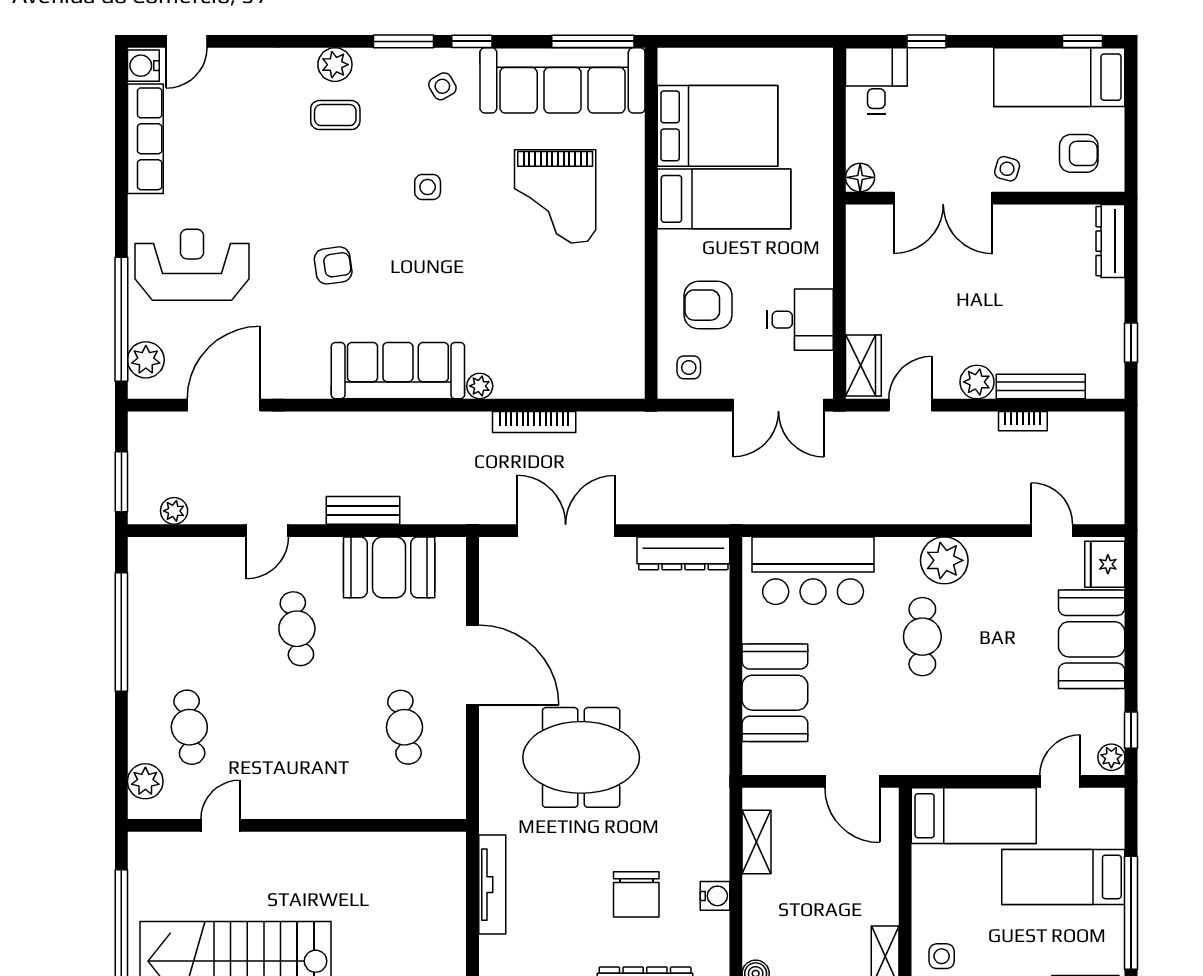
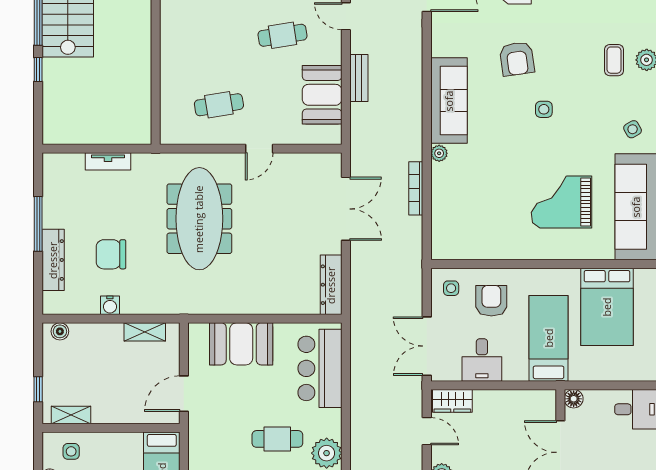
side table: (428, 187) -> (544, 109), moved
bed: (724, 199) -> (549, 338), moved, turned 180
armchair: (333, 265) -> (517, 59), width x1.38, depth x1.38
door: (472, 665) -> (259, 149), width x0.53
meeting table: (581, 757) -> (199, 219), width x1.36
tv unit: (492, 885) -> (108, 161), width x0.71

